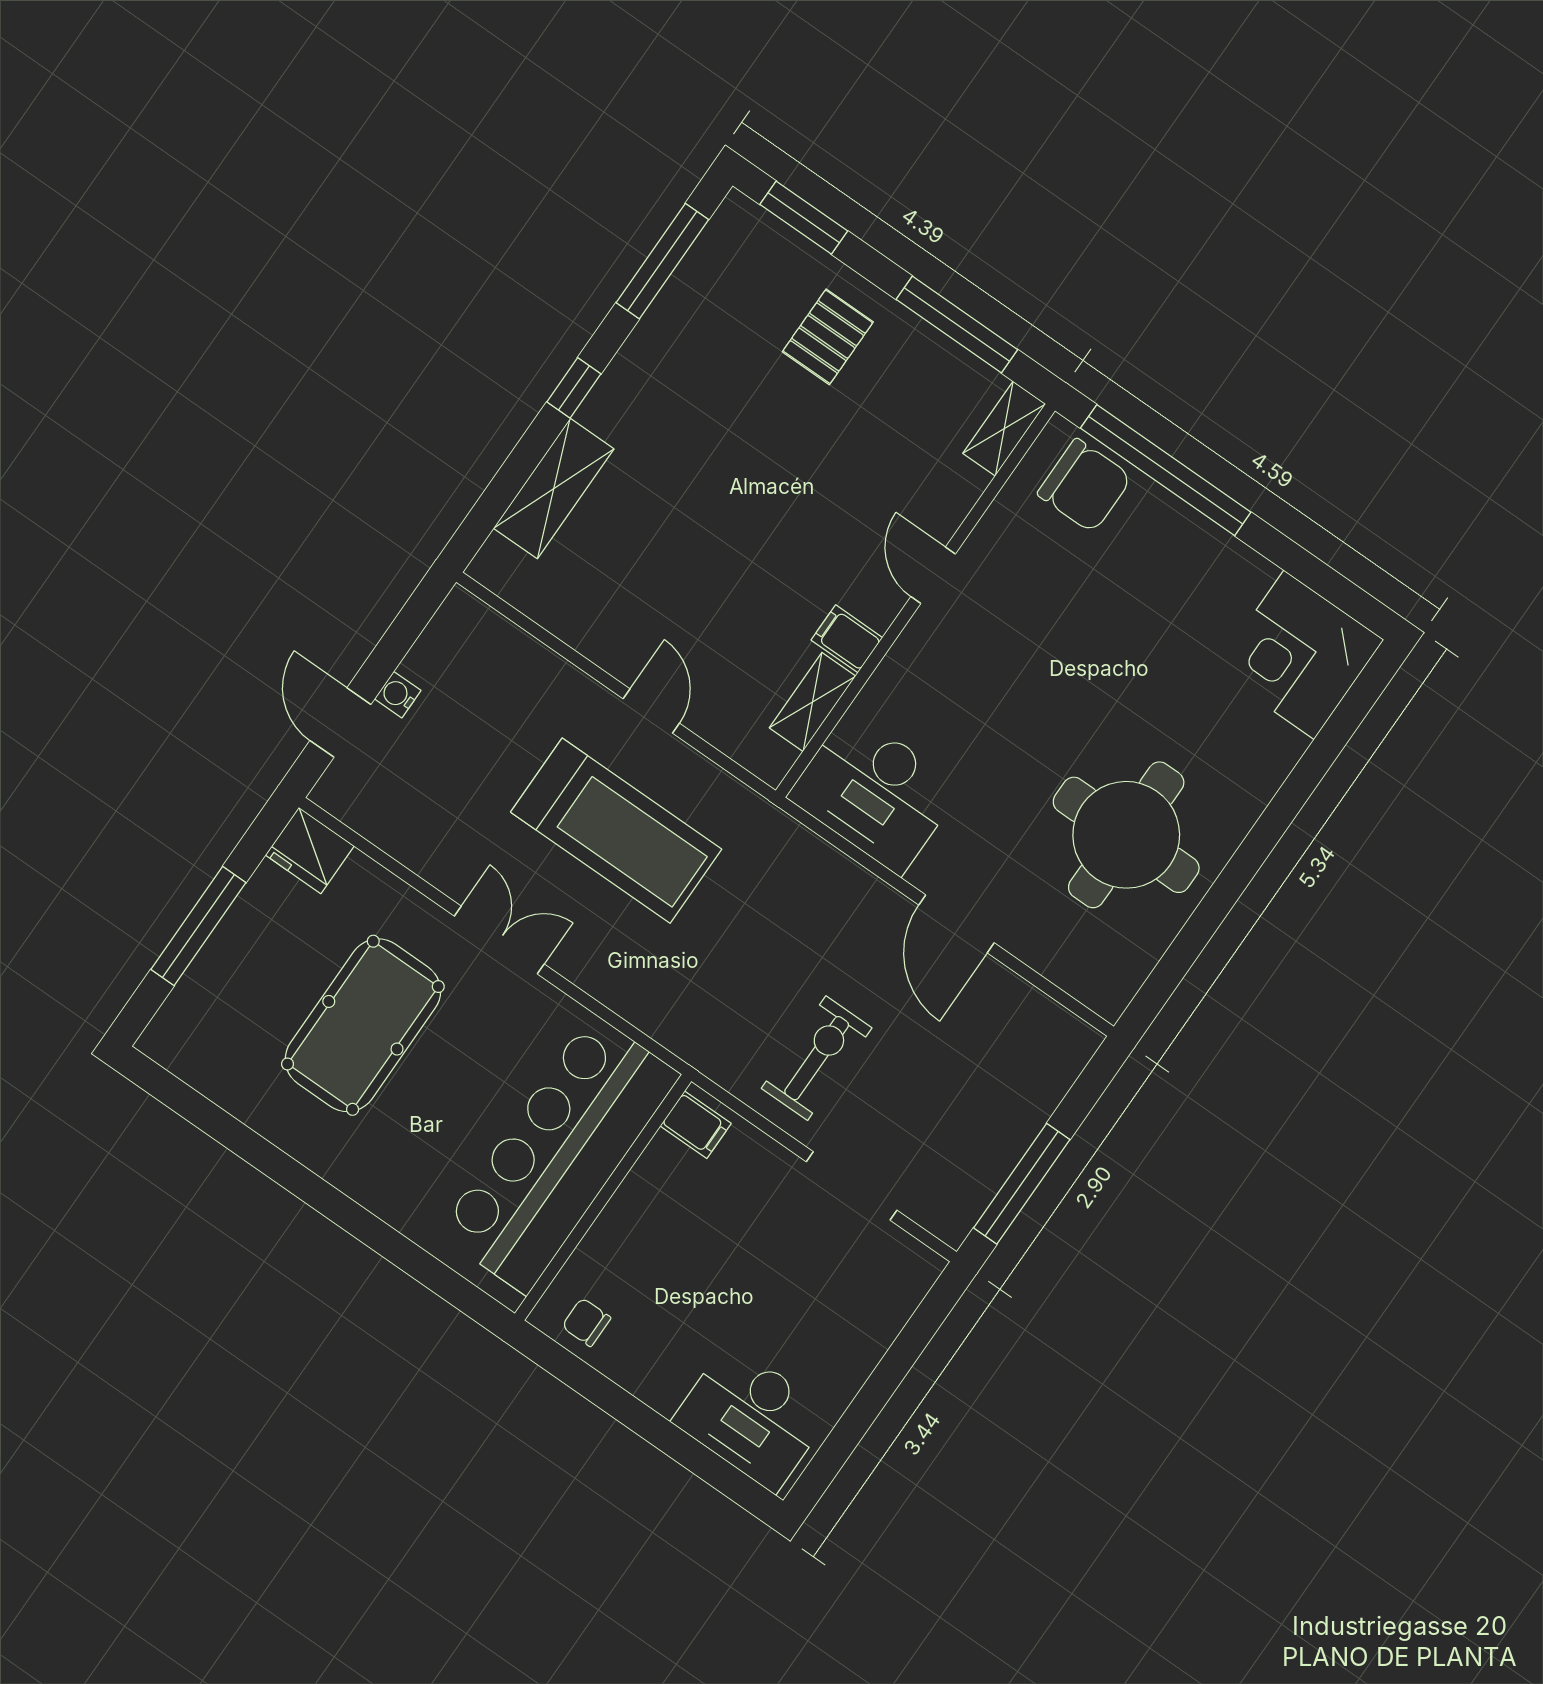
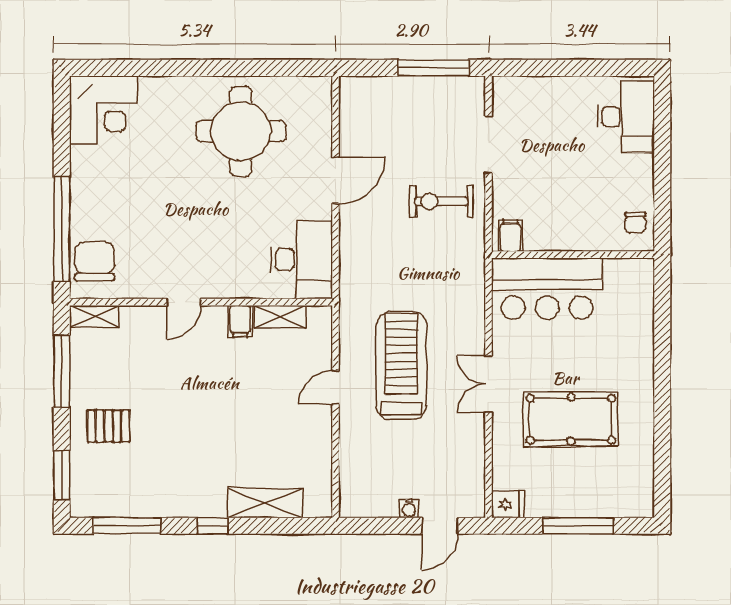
fridge: (310, 850) -> (508, 504), width x0.72
bar counter: (559, 1154) -> (547, 289), width x0.73

